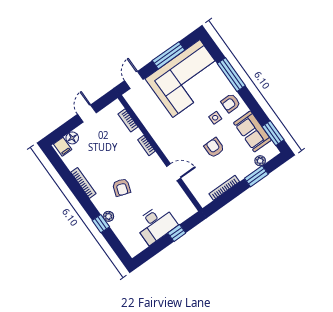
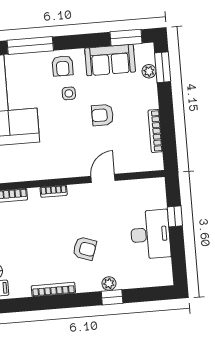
window: (256, 176) -> (163, 67), moved

